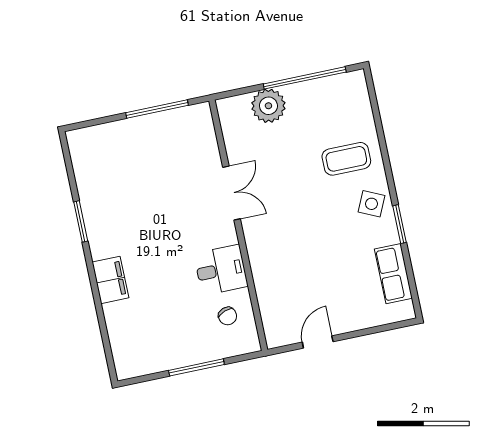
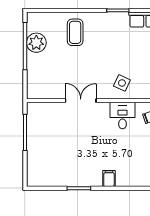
plant: (268, 106) -> (36, 43), moved
side table: (372, 204) -> (122, 83), moved
filing cabinet: (110, 280) -> (109, 178), width x0.50

